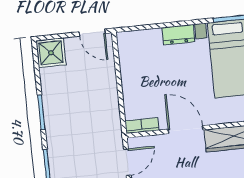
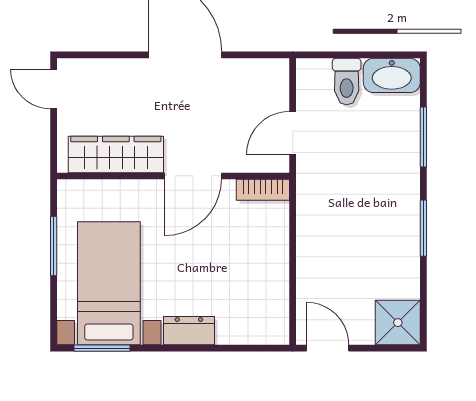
door: (186, 130) -> (193, 176), hinge flipped

